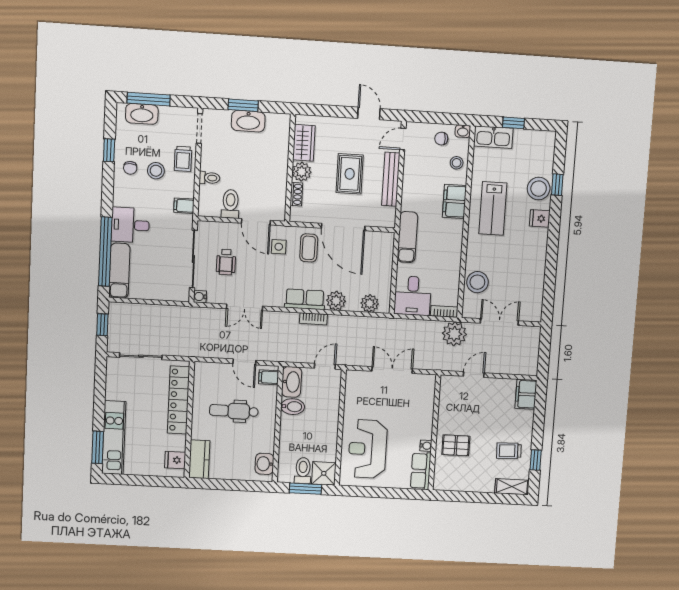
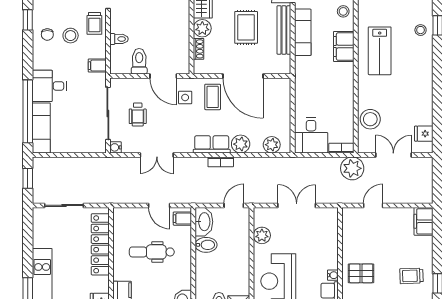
stool: (539, 189) -> (421, 30), width x0.53, depth x0.53
fridge: (540, 218) -> (424, 134), moved
exam couch: (407, 237) -> (303, 32), moved
plant: (353, 400) -> (262, 235), added

